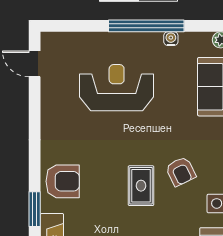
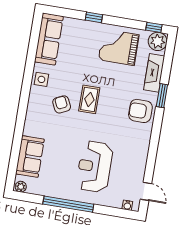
water cooler: (171, 39) -> (127, 205), moved
reception desk: (117, 88) -> (95, 167), turned 90

